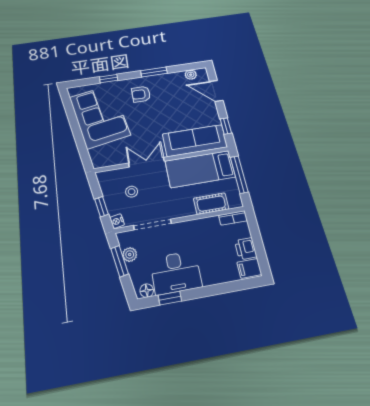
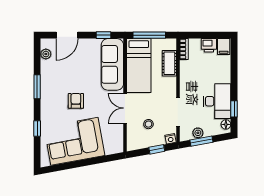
armchair: (141, 94) -> (76, 101), moved, turned 180

